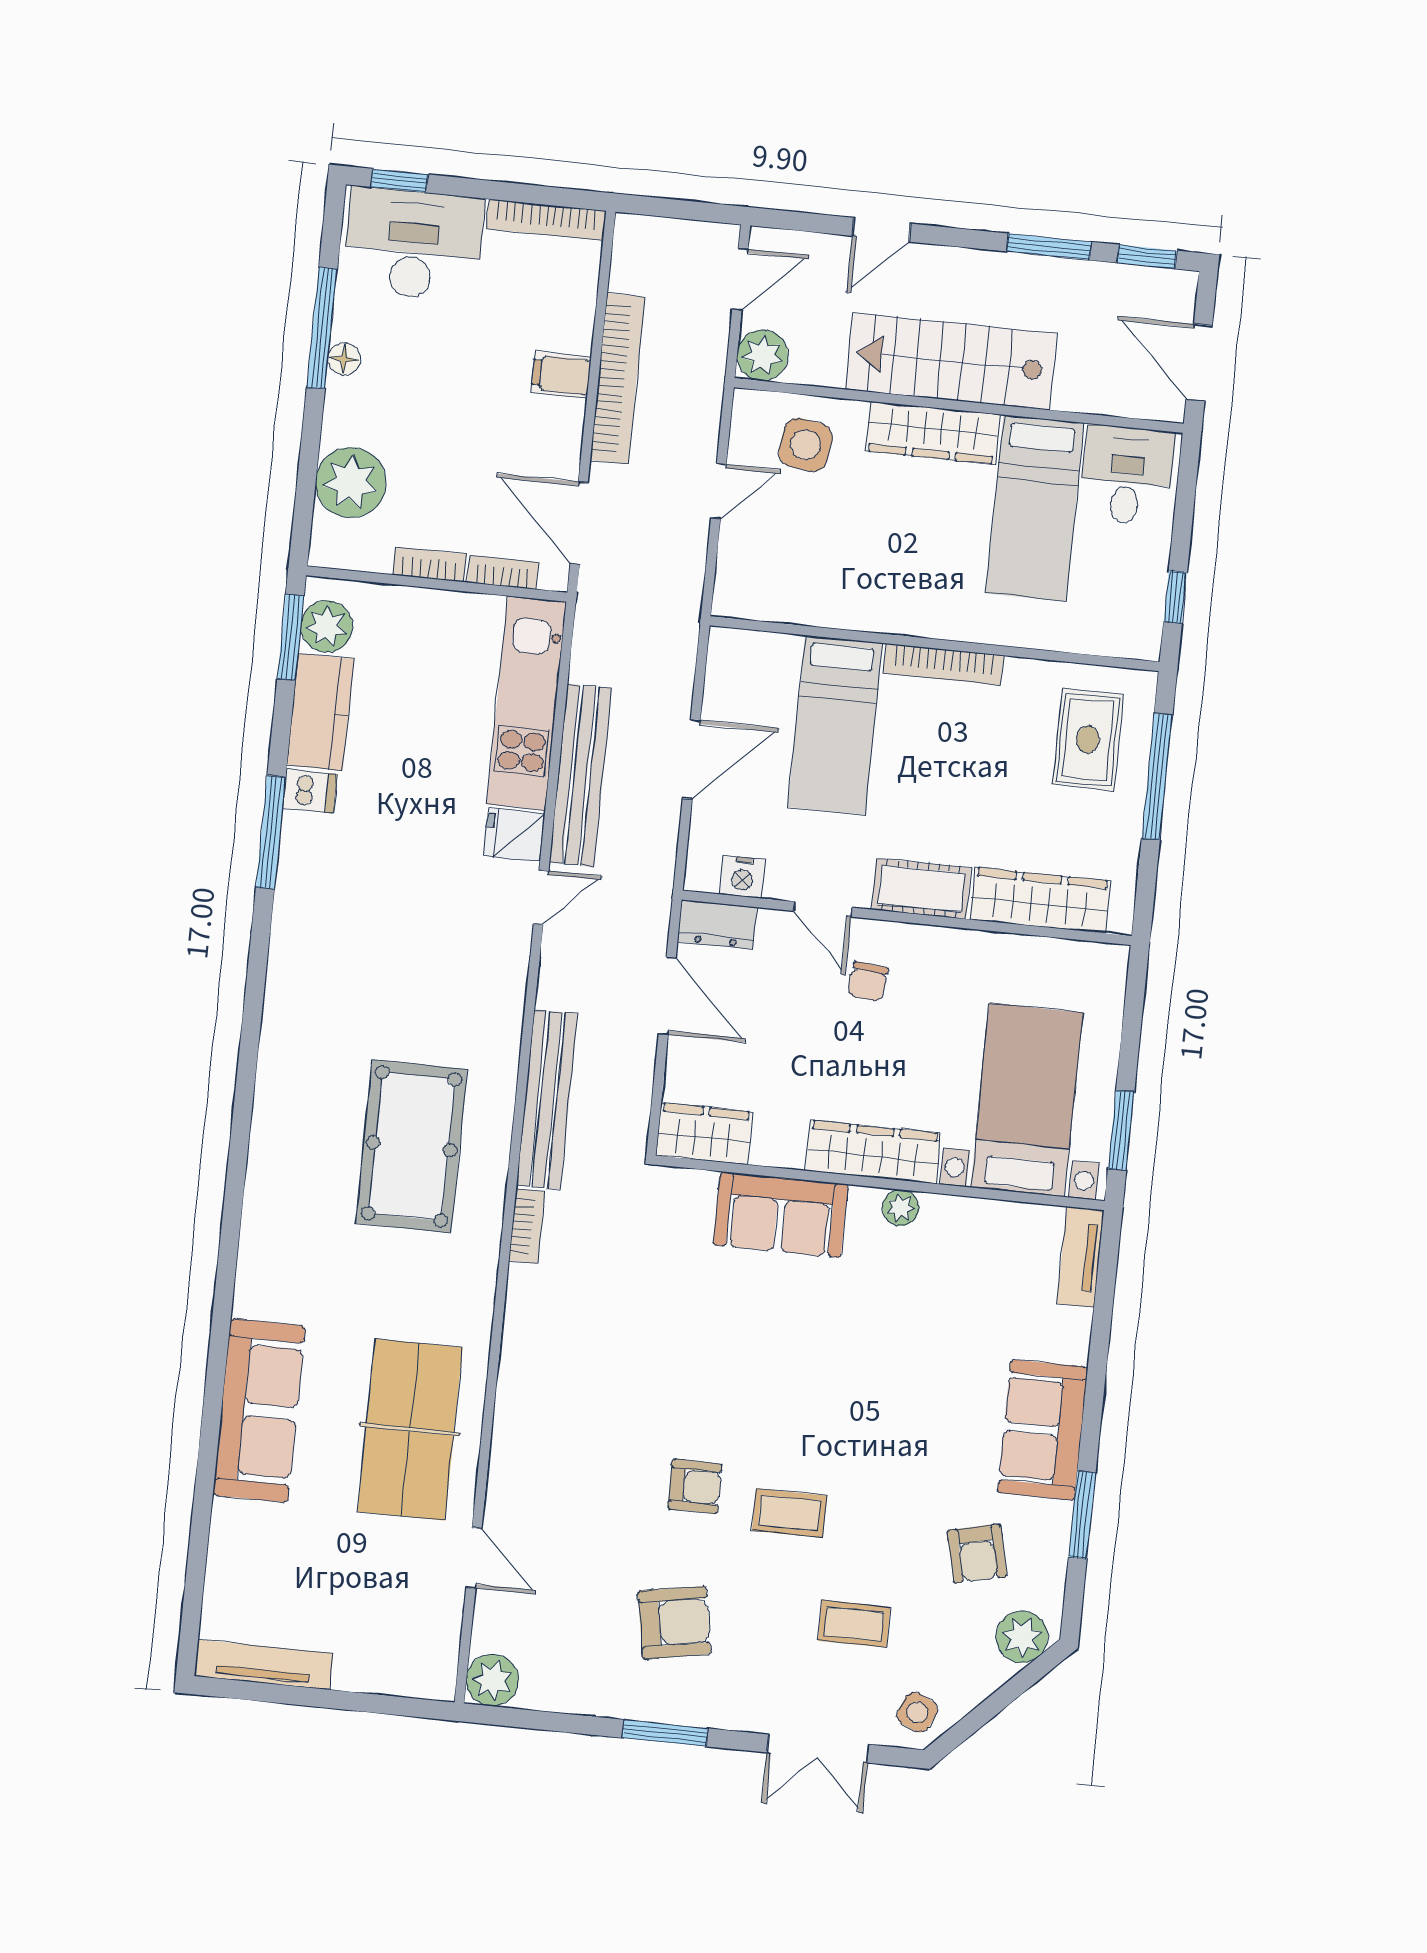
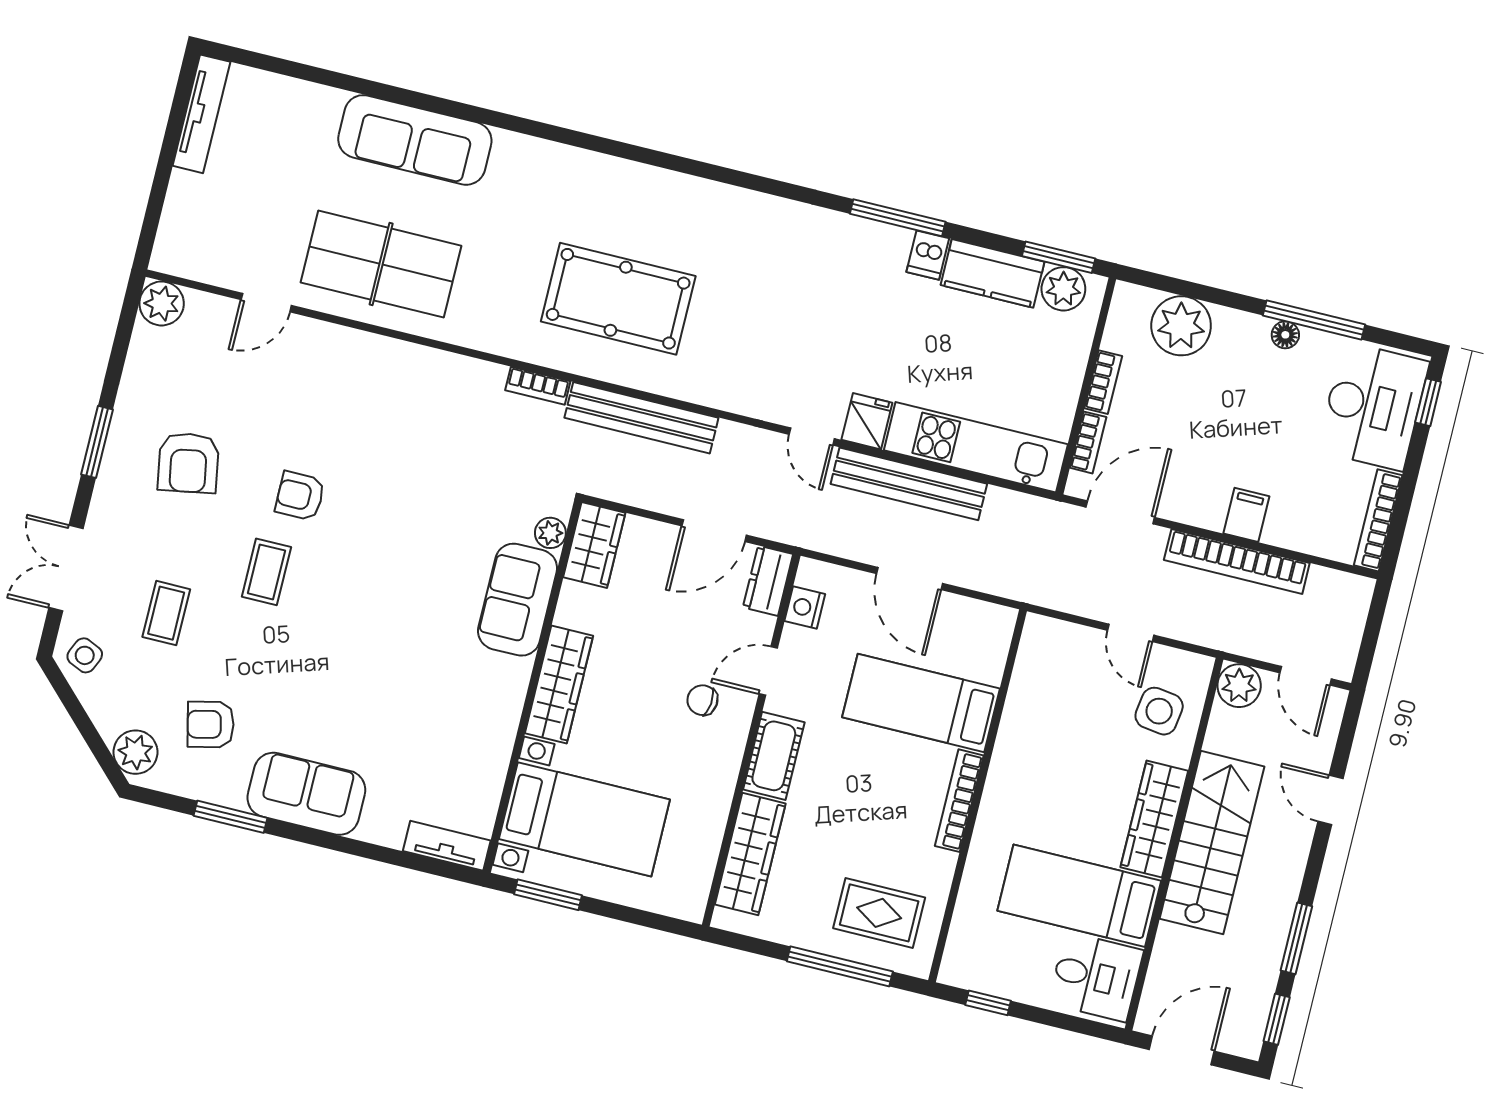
plant: (901, 1208) -> (550, 533), moved
armchair: (695, 1486) -> (300, 496), turned 90

